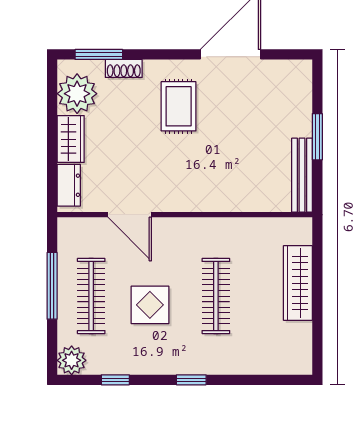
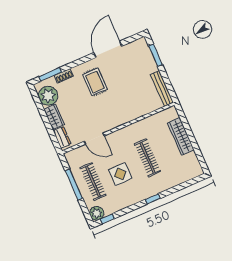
window: (317, 137) -> (155, 55), moved
window: (115, 380) -> (107, 219), moved

